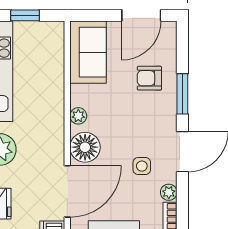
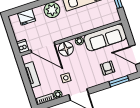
sofa: (88, 52) -> (105, 37), width x1.36
window: (182, 94) -> (119, 81), moved

